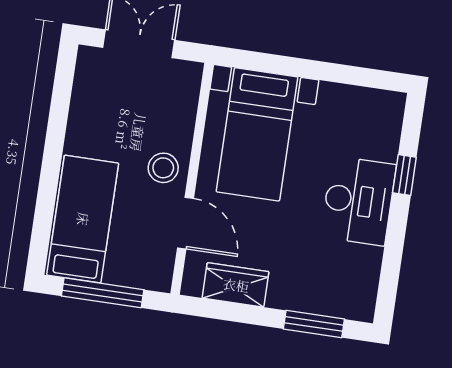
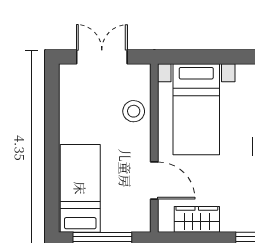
stool: (163, 168) -> (134, 111), moved

